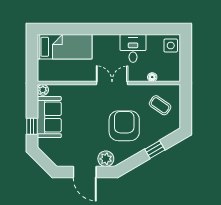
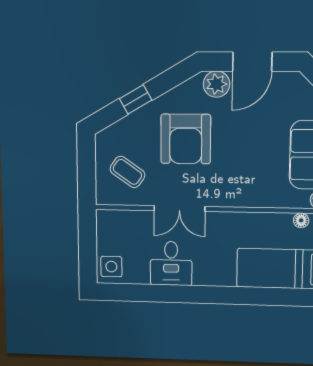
floor lamp: (152, 77) -> (301, 220), moved
double door: (112, 83) -> (179, 209), moved
door: (85, 172) -> (252, 62), swing flipped

